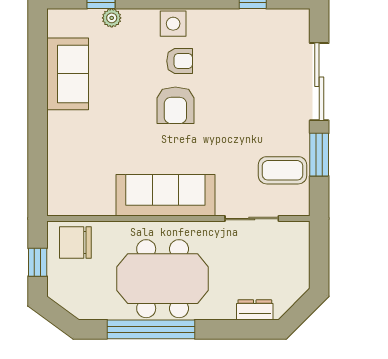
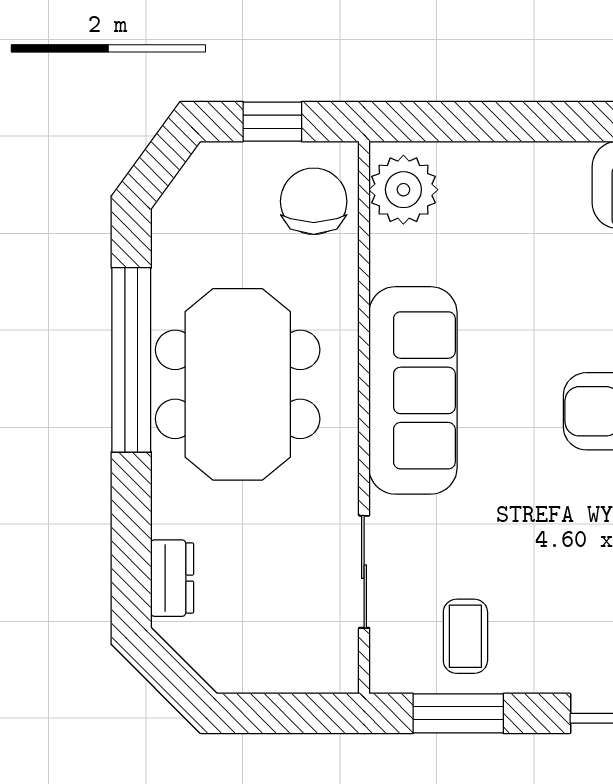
window: (319, 155) -> (458, 713), moved
coffee table: (282, 170) -> (465, 636), width x0.73, depth x0.77
plant: (70, 200) -> (403, 190), added

